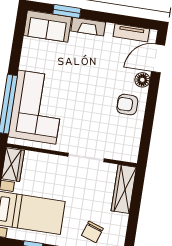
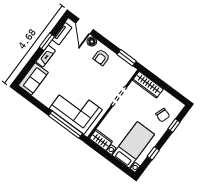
window: (67, 11) -> (47, 42), moved
window: (145, 140) -> (127, 58), added

